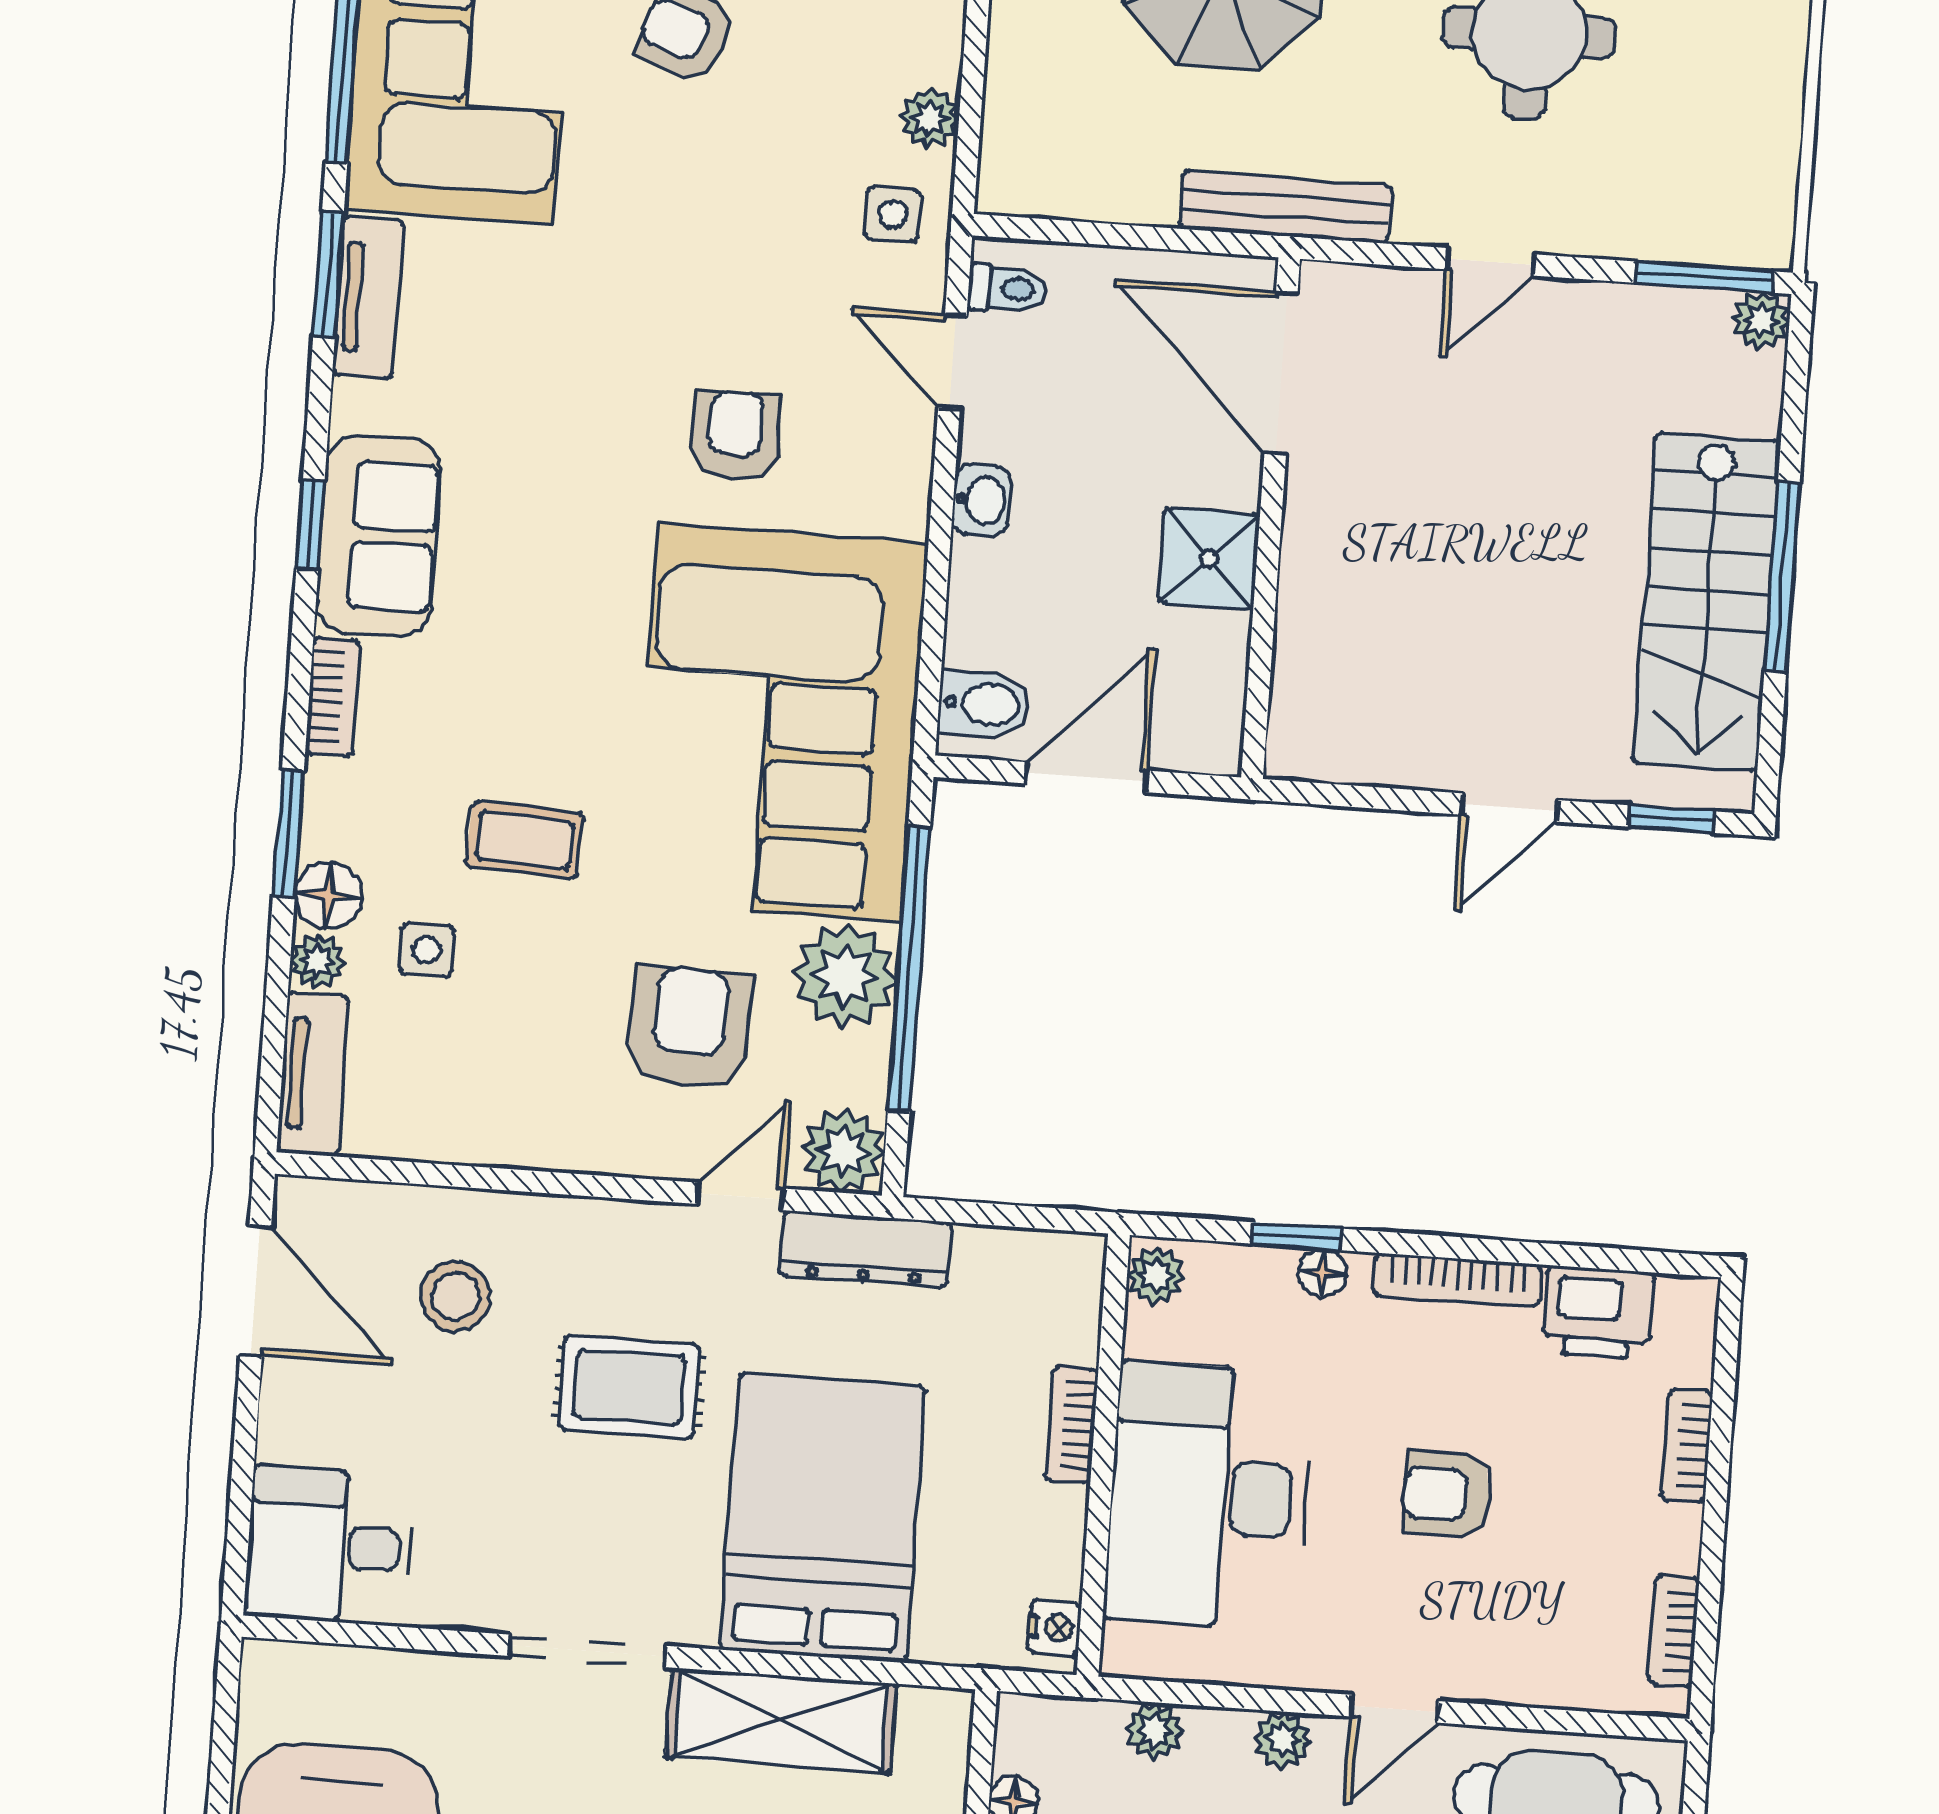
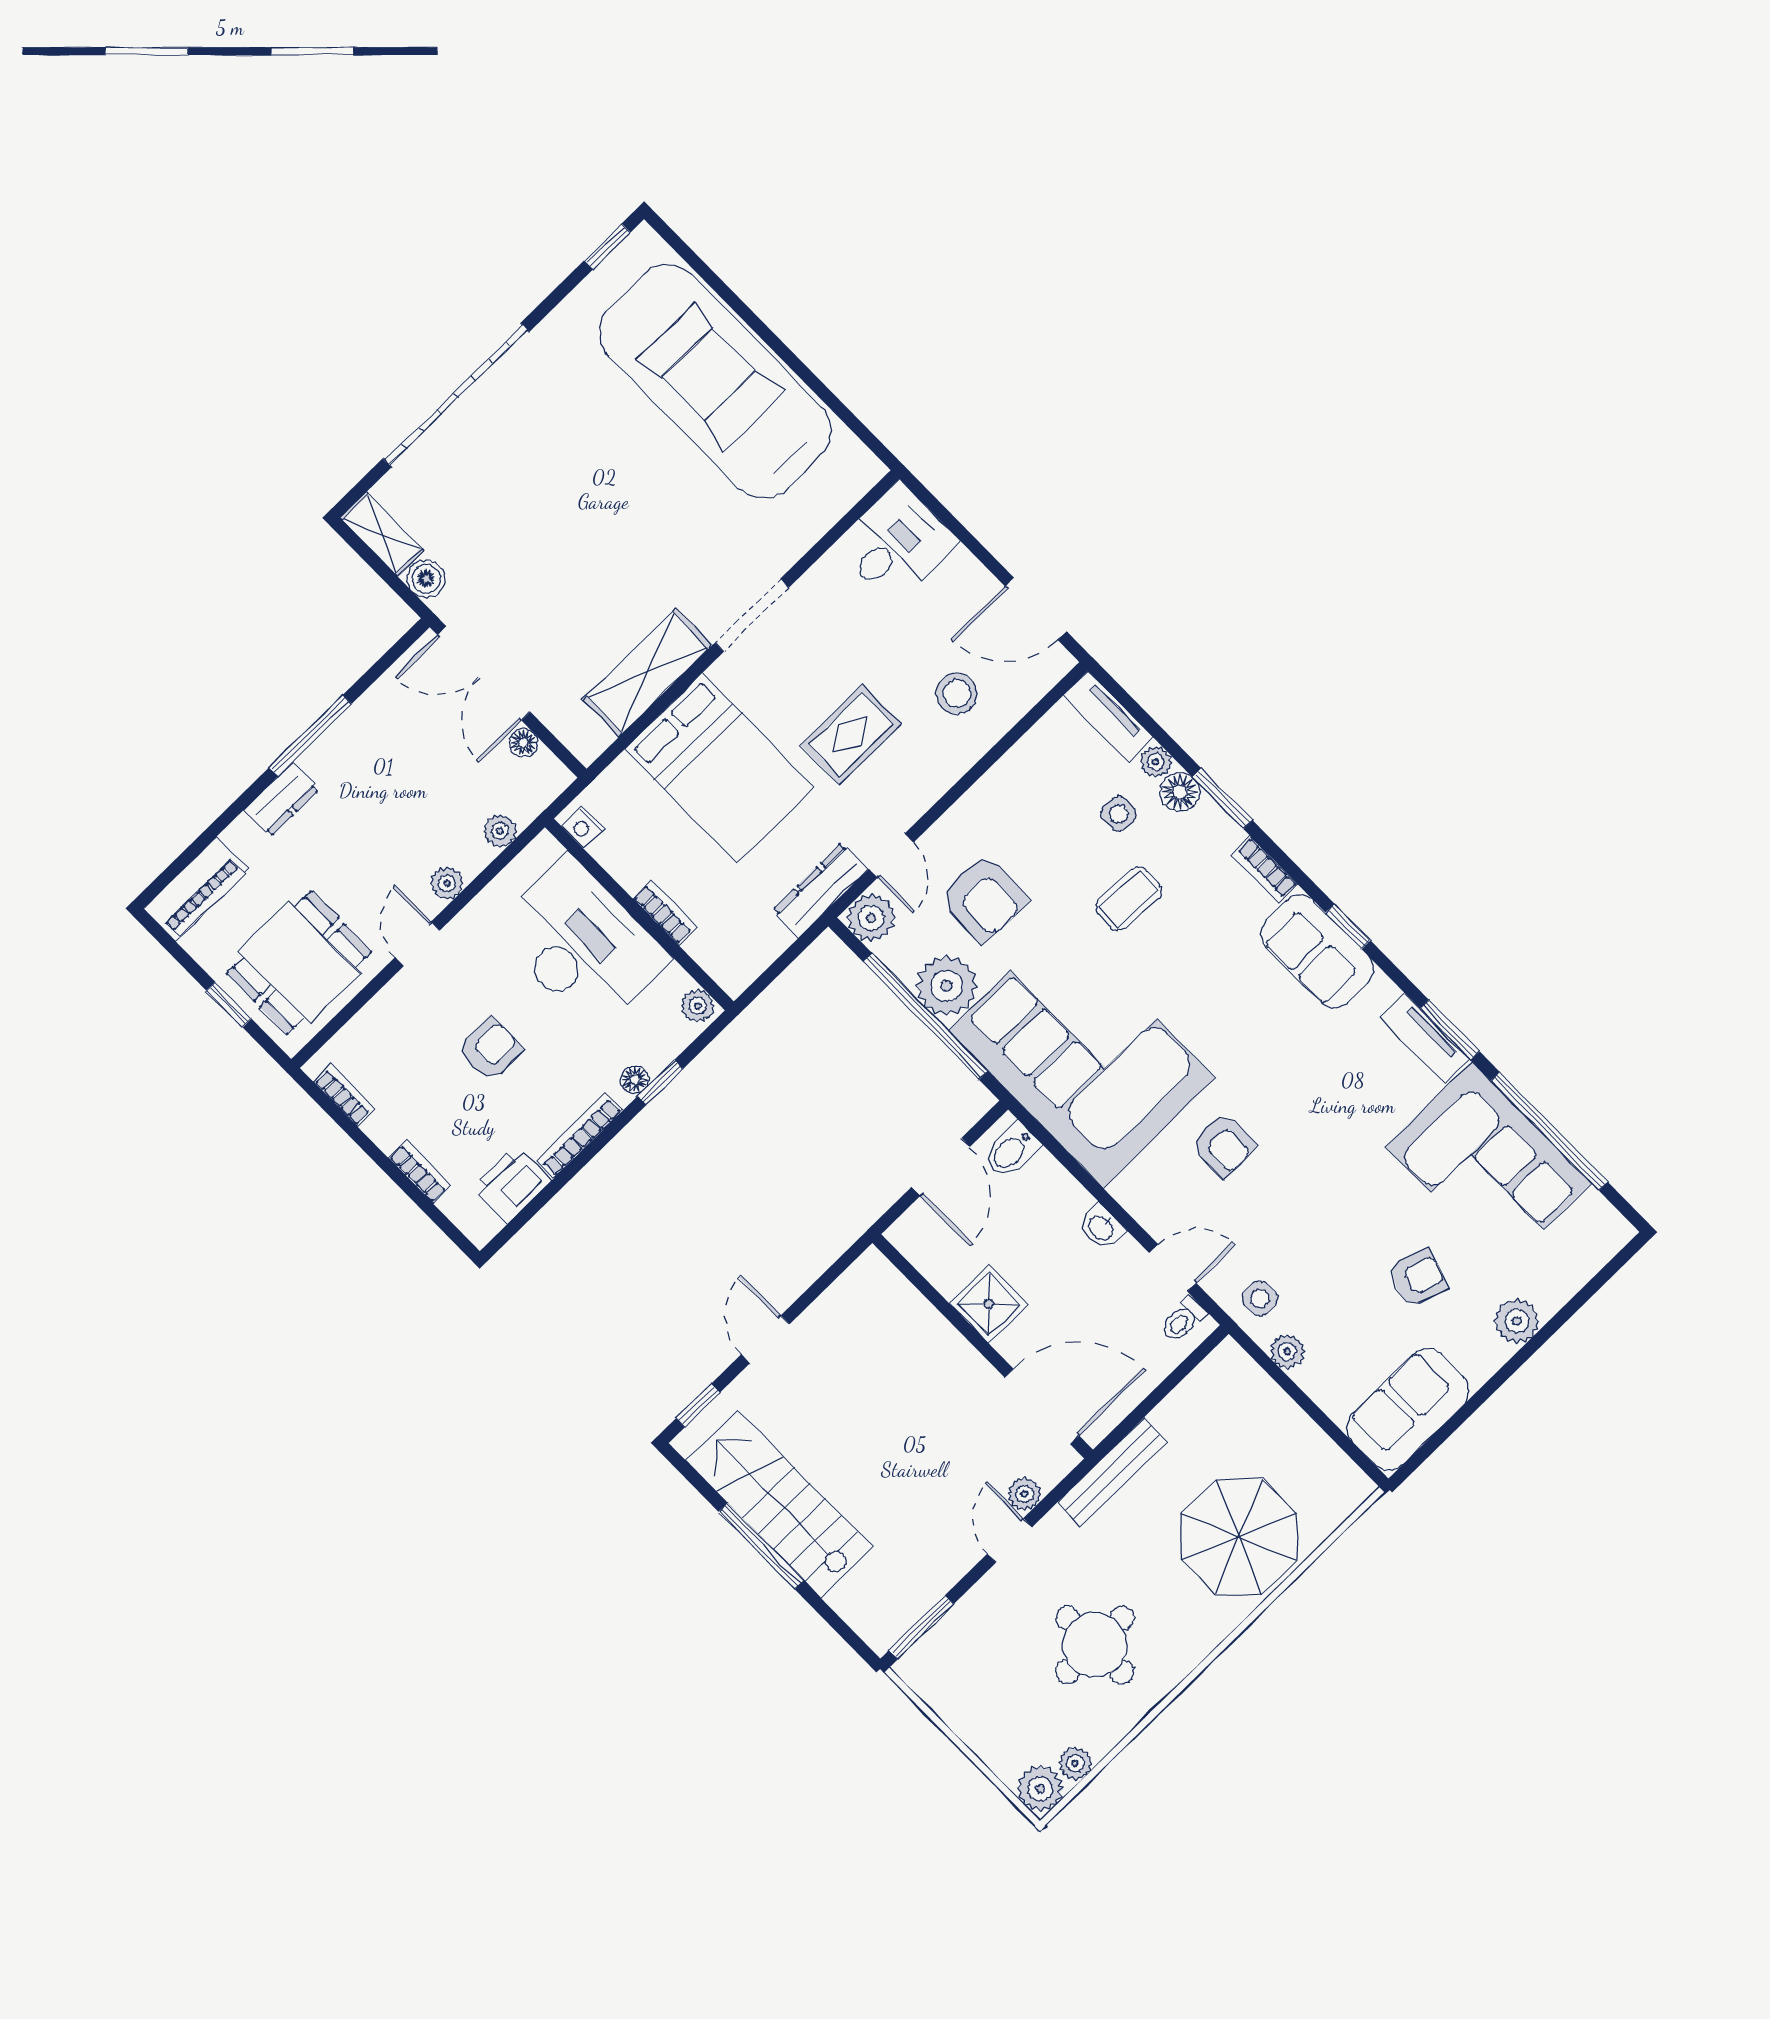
plant: (1761, 321) -> (1024, 1494), moved

